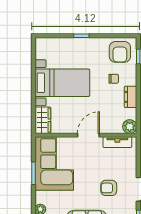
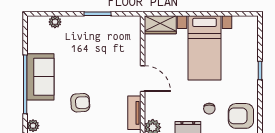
corner sofa: (54, 164) -> (109, 38), removed
armchair: (109, 188) -> (80, 103), turned 87

